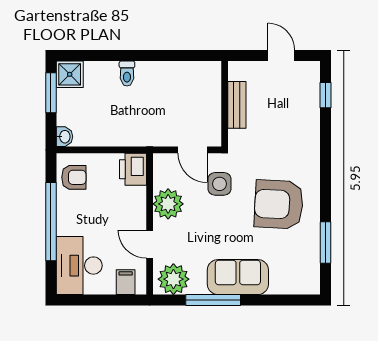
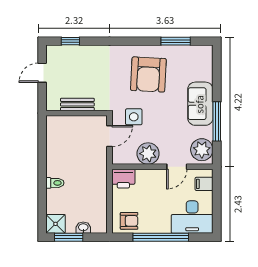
washbasin: (64, 137) -> (83, 228), moved
armchair: (74, 177) -> (129, 221), turned 90

